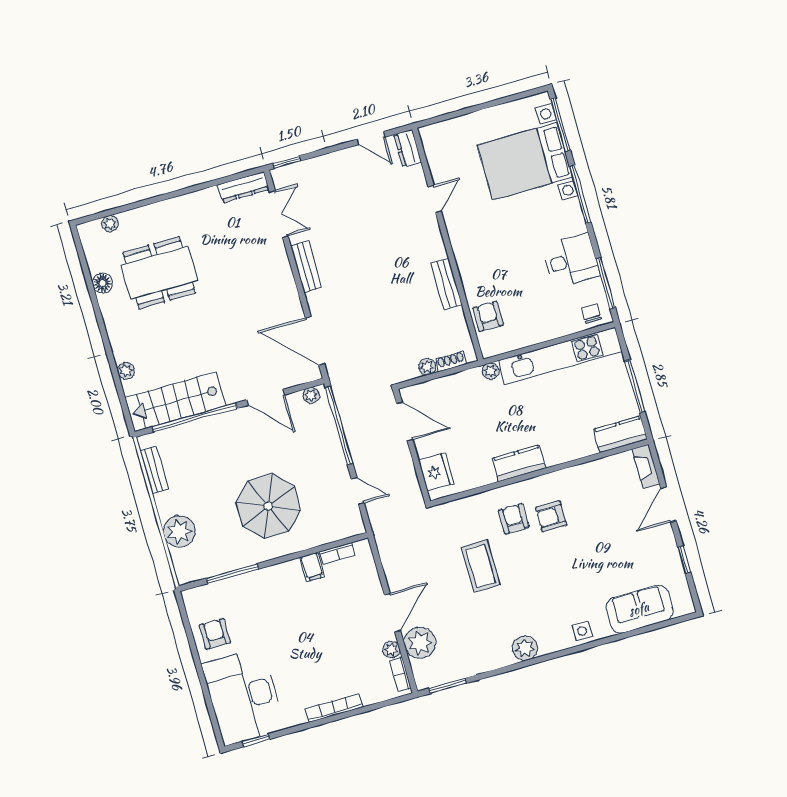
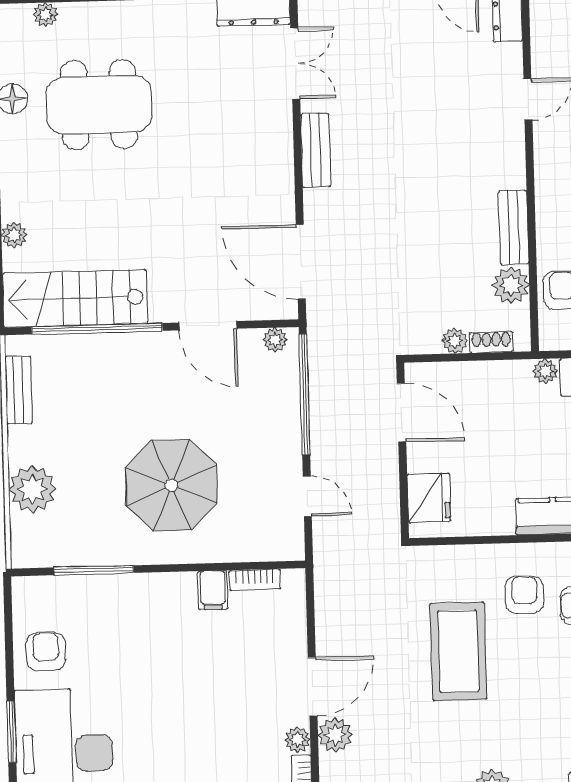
plant: (454, 322) -> (511, 285), added
coffee table: (481, 566) -> (458, 651), width x1.36, depth x1.32
plant: (420, 643) -> (335, 735), width x0.73, depth x0.73
window: (206, 691) -> (11, 732), added

